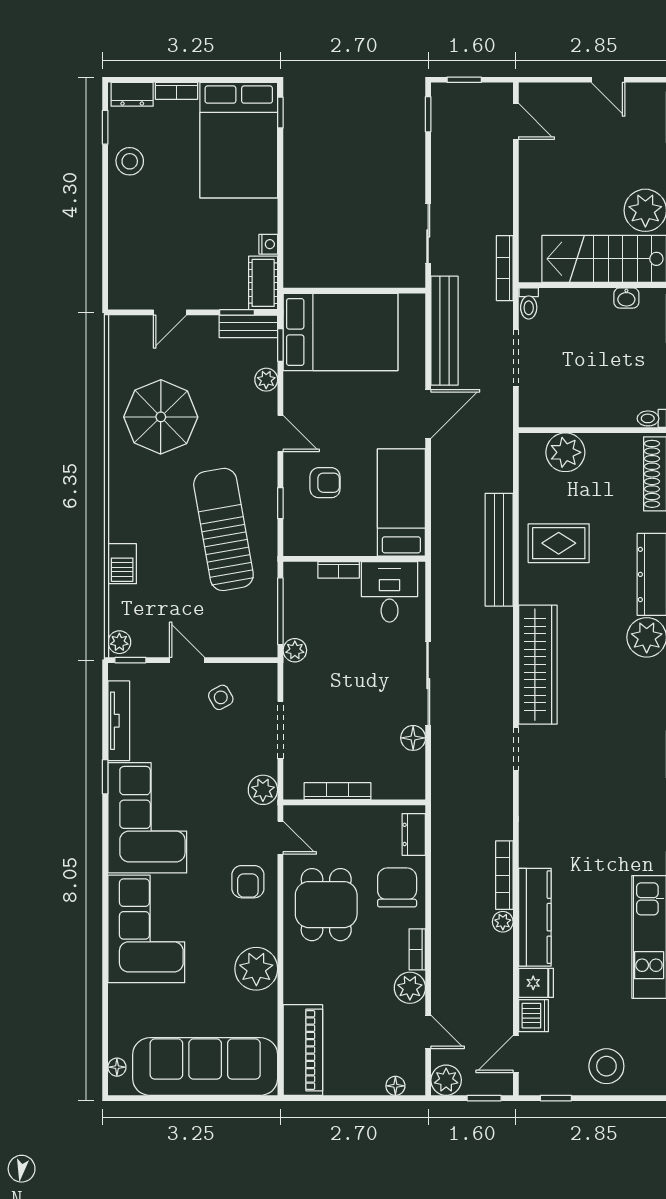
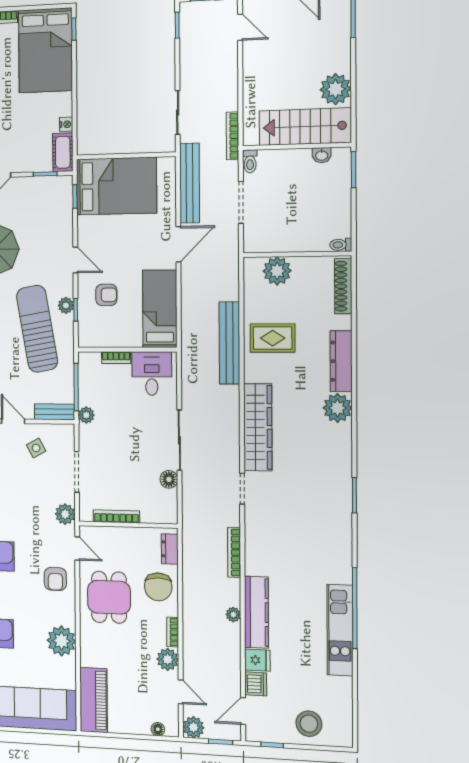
bench: (248, 326) -> (54, 412), moved
plant: (266, 380) -> (66, 305), moved
bookcase: (504, 875) -> (234, 552), moved
chair: (397, 887) -> (158, 587), turned 180

